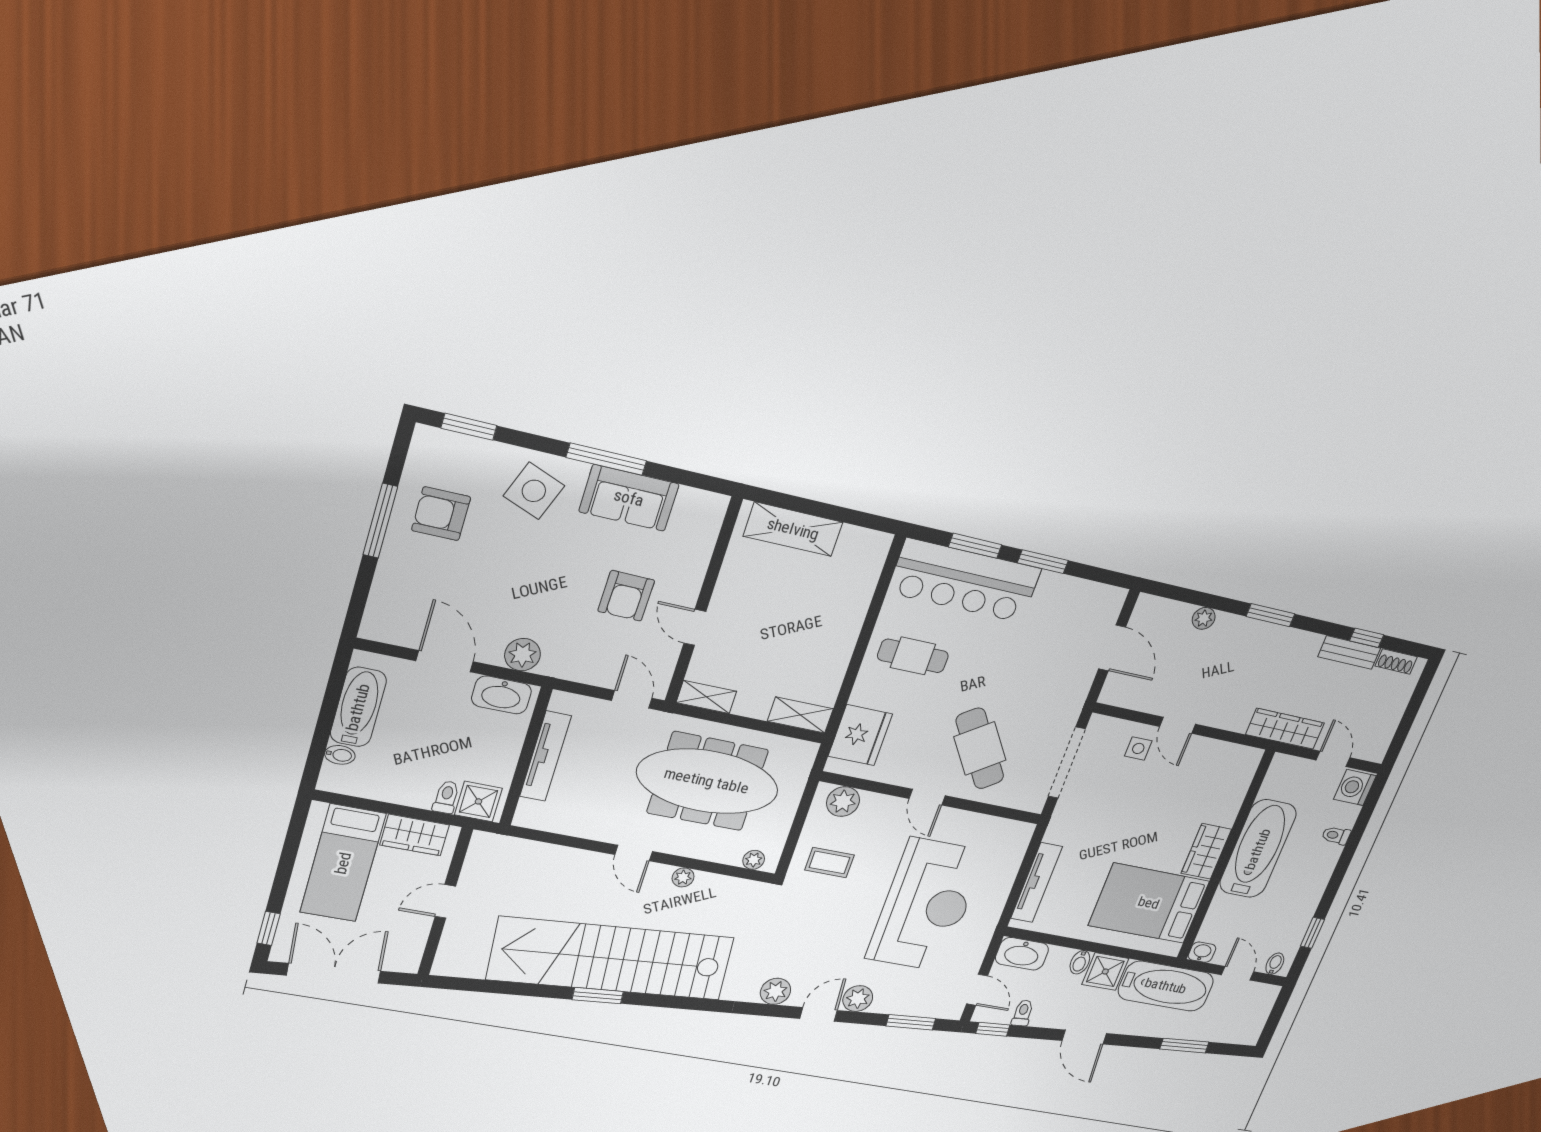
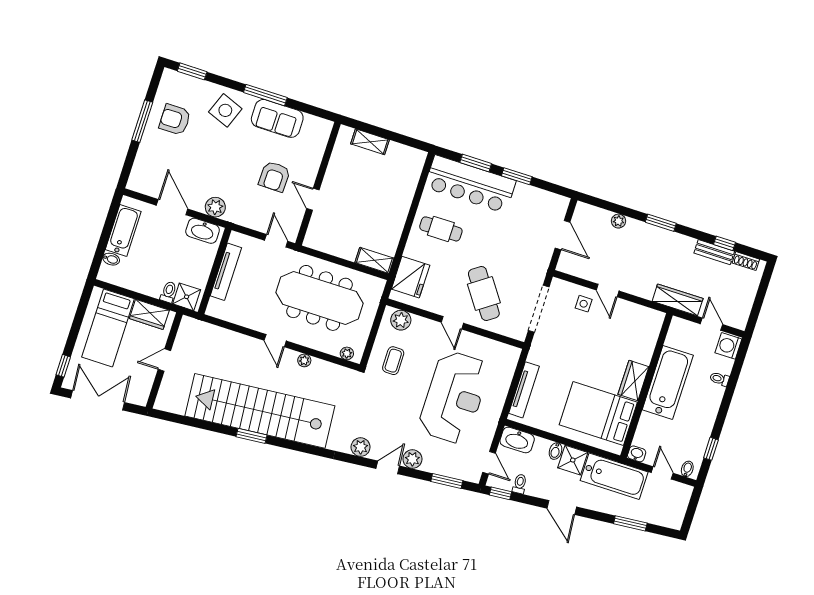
shelving: (793, 529) -> (370, 142), width x0.67, depth x0.75
shelving: (706, 697) -> (319, 243), removed
coffee table: (830, 862) -> (393, 361), turned 90

